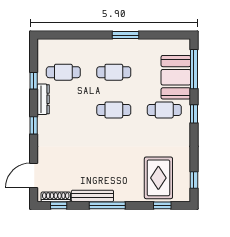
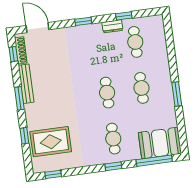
booth: (176, 77) -> (160, 143), moved
dresser: (43, 99) -> (112, 26), width x0.70
window: (107, 205) -> (19, 98), width x0.69
window: (162, 205) -> (24, 136), moved

